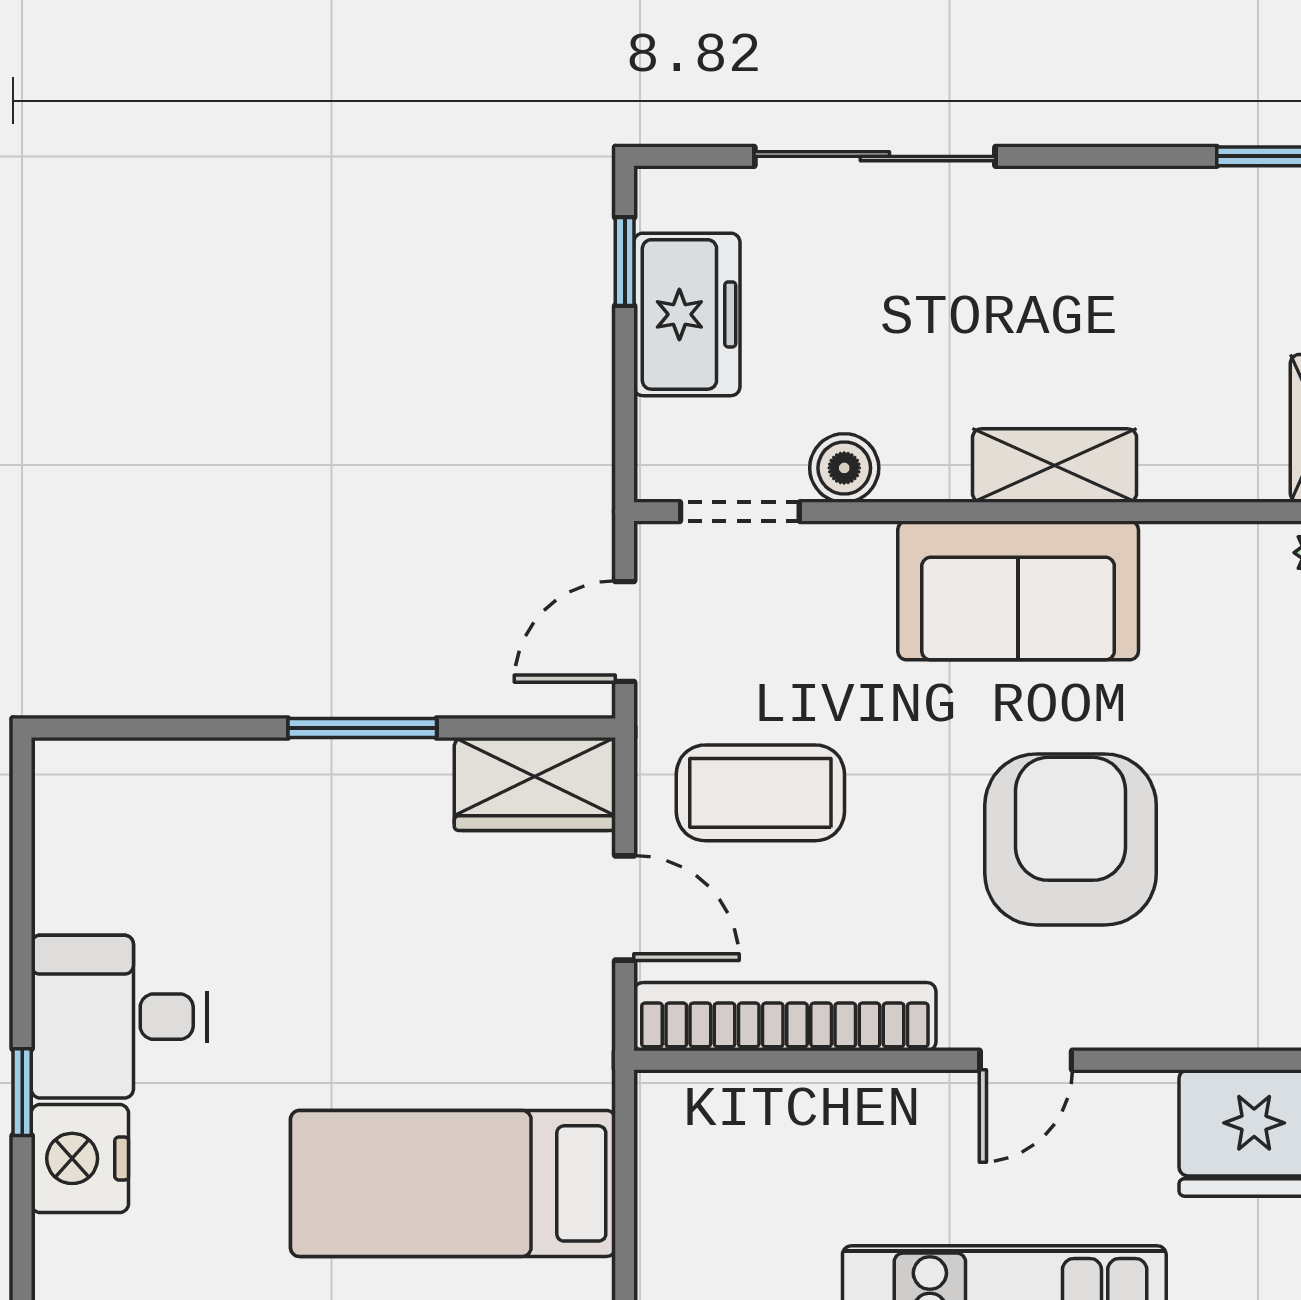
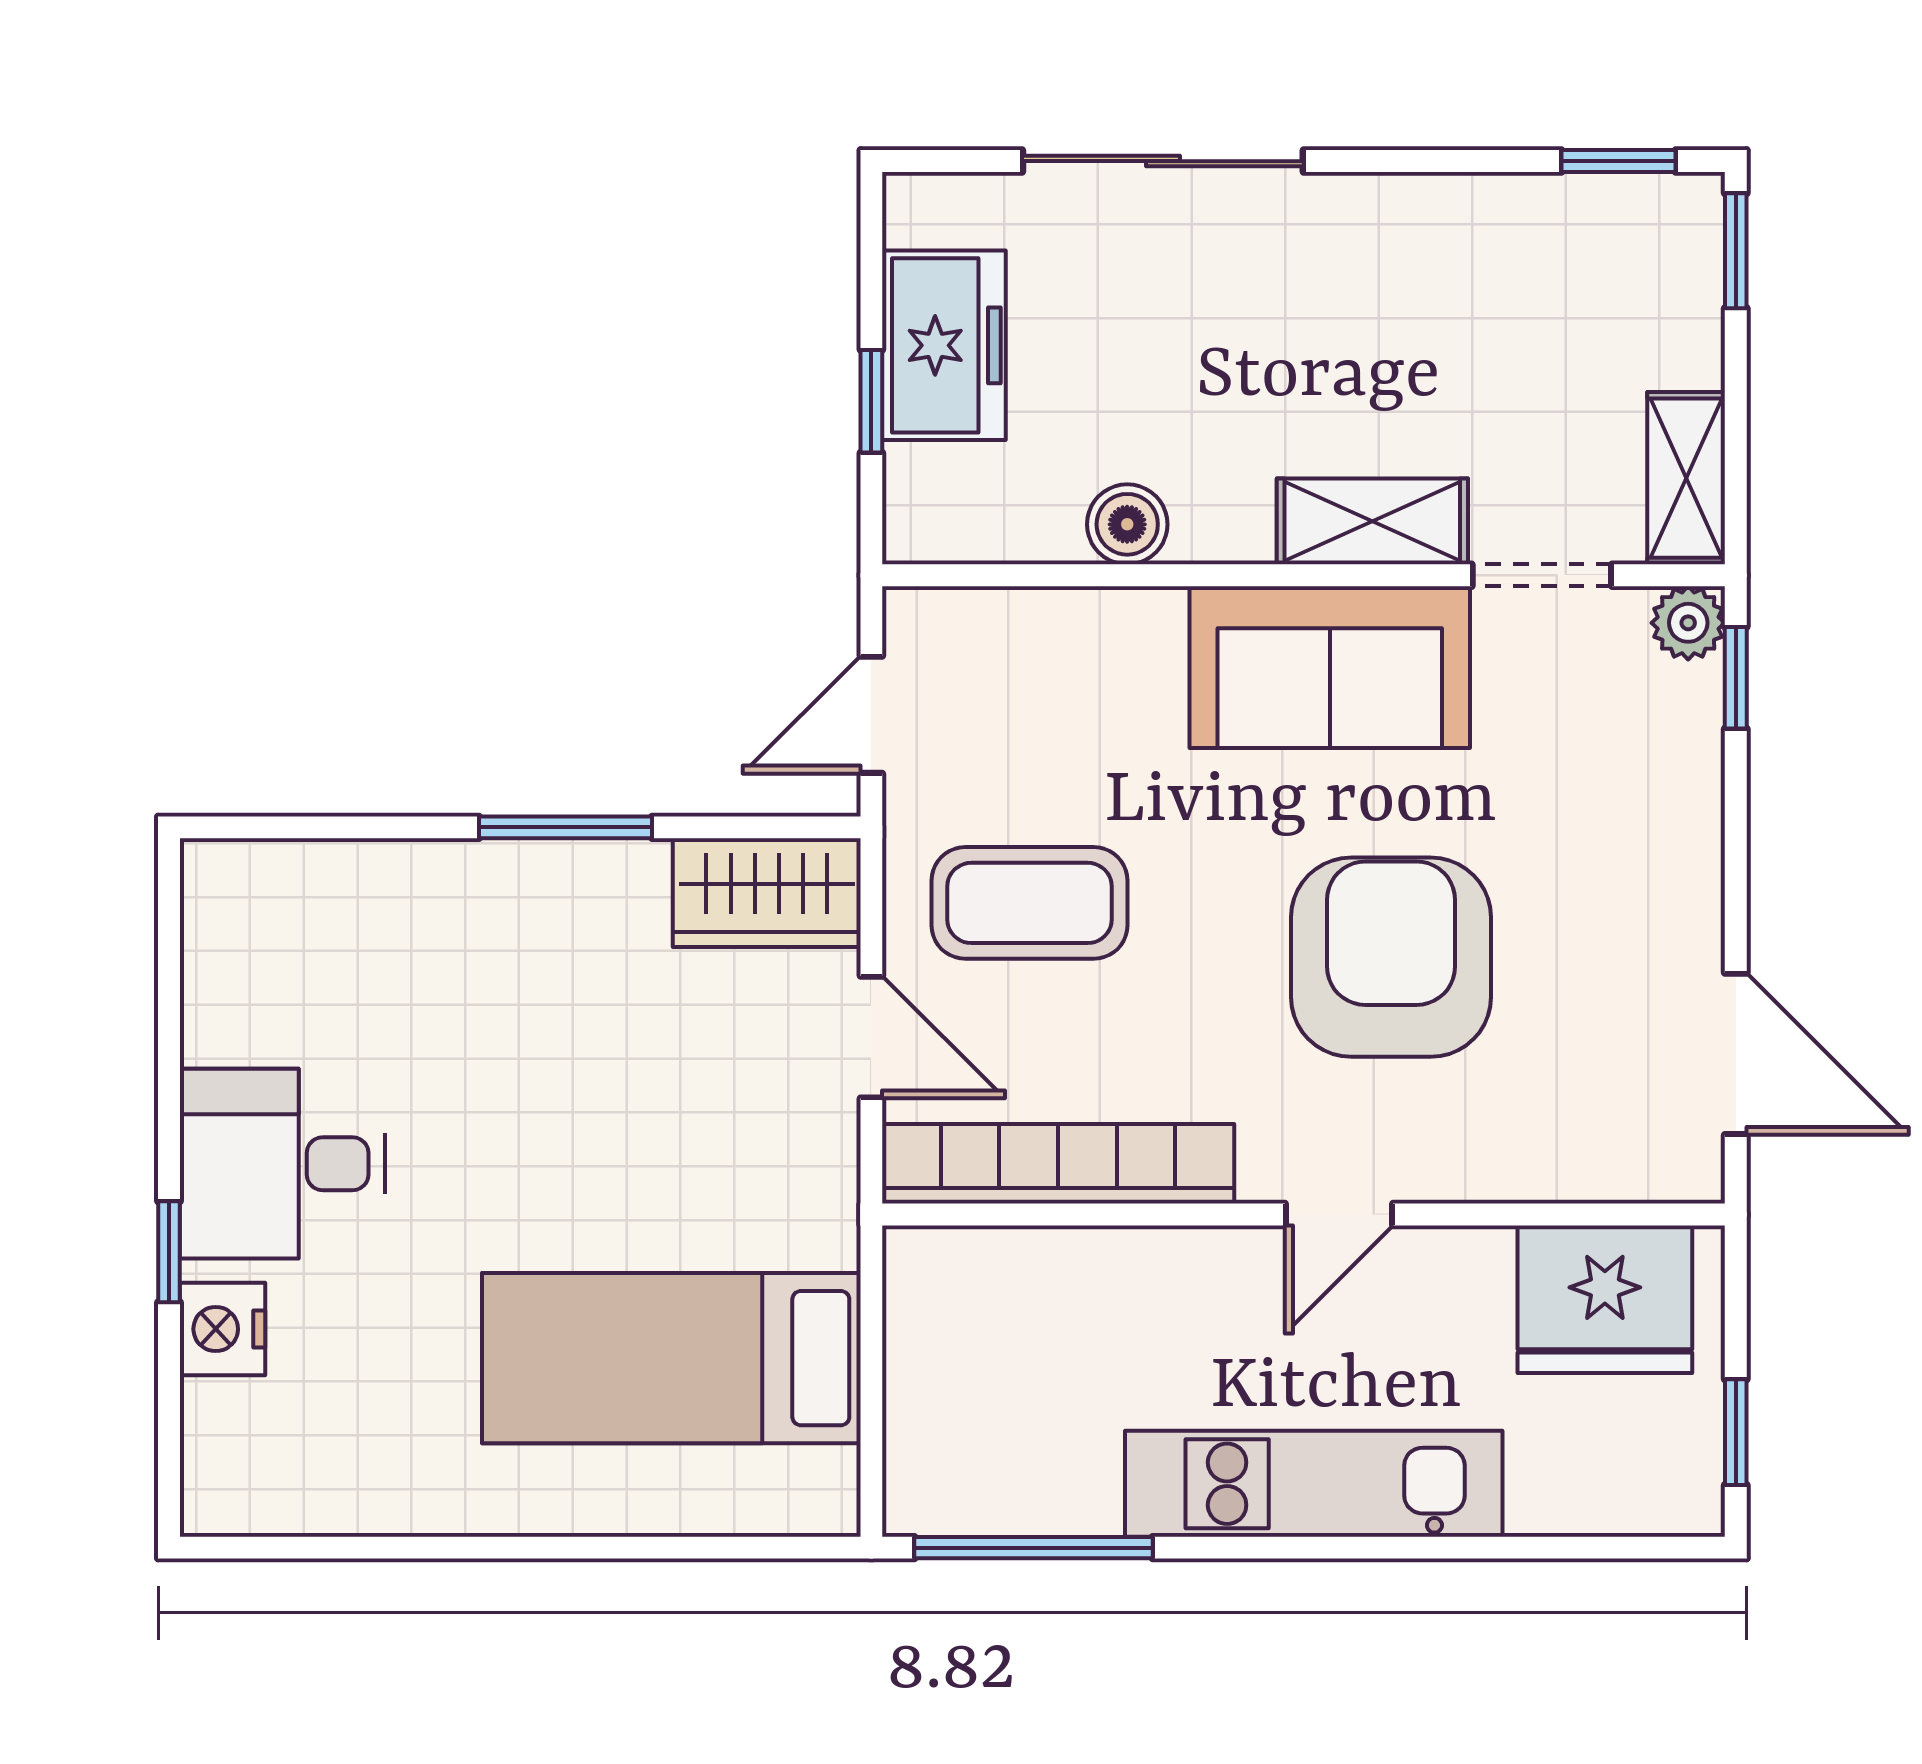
window: (625, 262) -> (871, 401), moved
doorway: (740, 512) -> (1542, 575), moved
nightstand: (80, 1158) -> (223, 1329), width x0.74, depth x0.75

